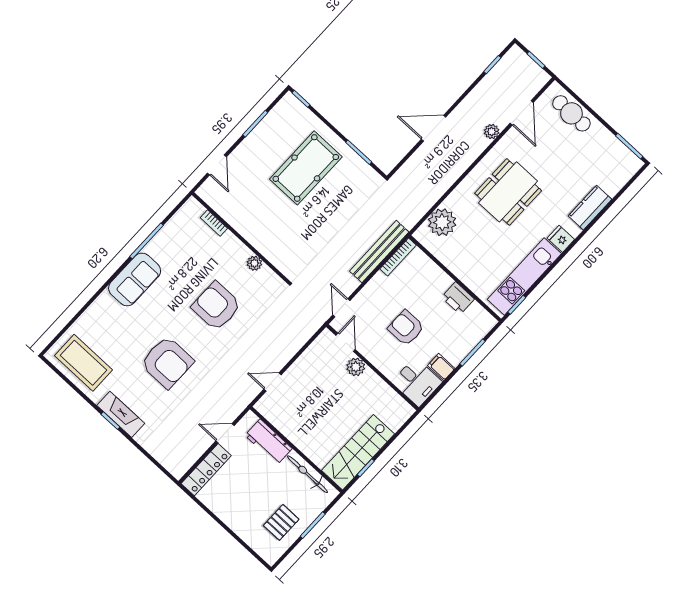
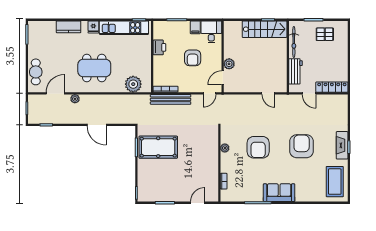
pool table: (306, 168) -> (158, 147), moved

